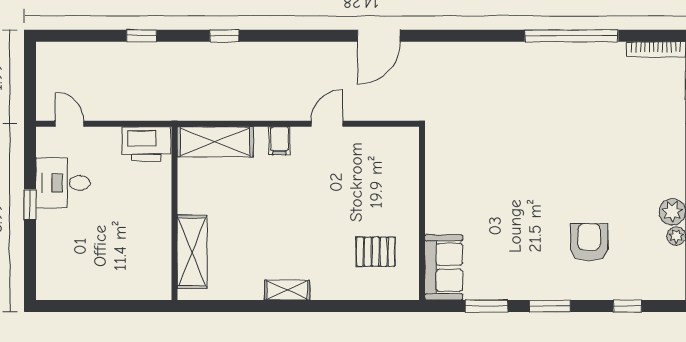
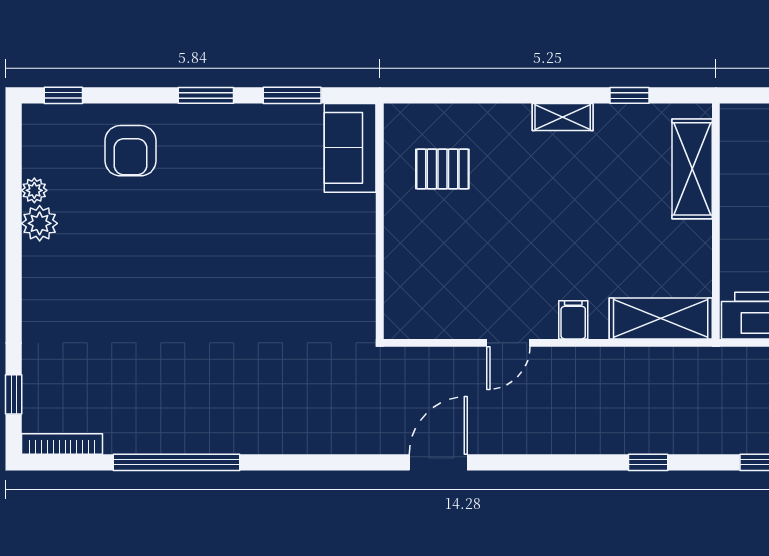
armchair: (589, 242) -> (130, 151), moved
window: (238, 306) -> (629, 95), added
window: (627, 306) -> (63, 95), moved

